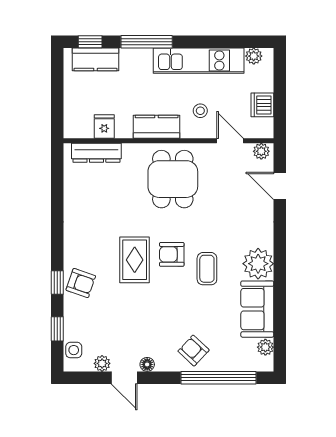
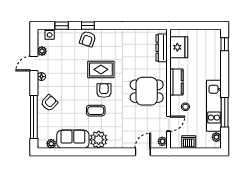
window: (147, 42) -> (225, 112), moved
kitchen counter: (96, 59) -> (215, 47), removed
fridge: (104, 126) -> (179, 47), width x1.88, depth x1.34

